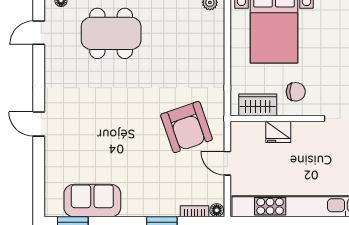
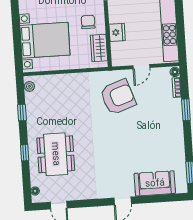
sofa: (92, 201) -> (155, 183), moved, turned 90

